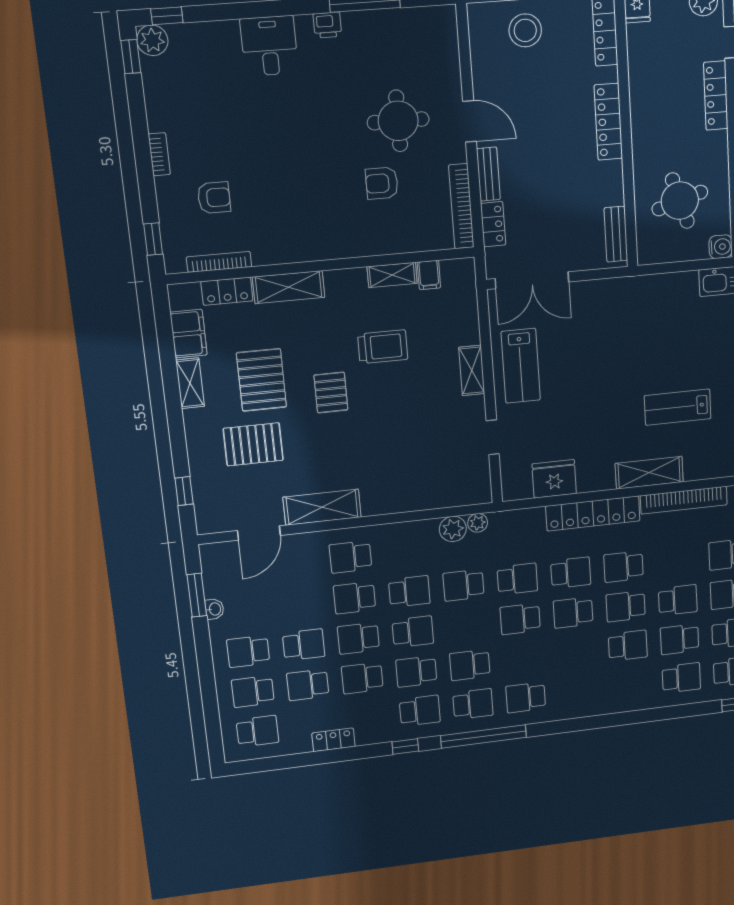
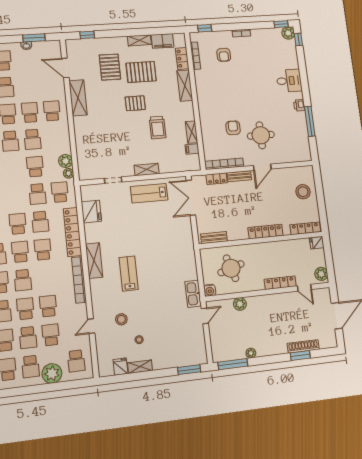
school desk: (520, 619) -> (60, 192), moved

